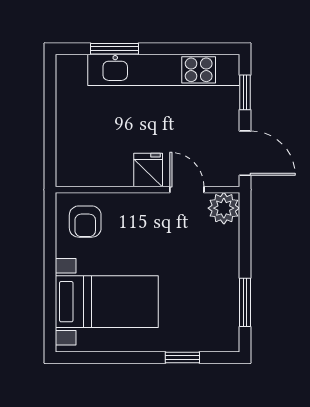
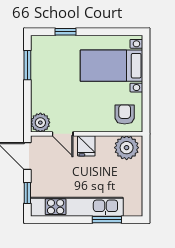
plant: (82, 167) -> (127, 148), added

